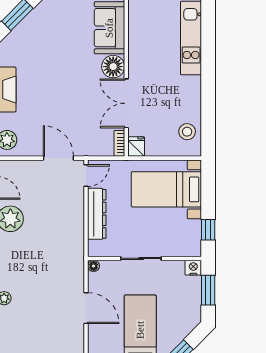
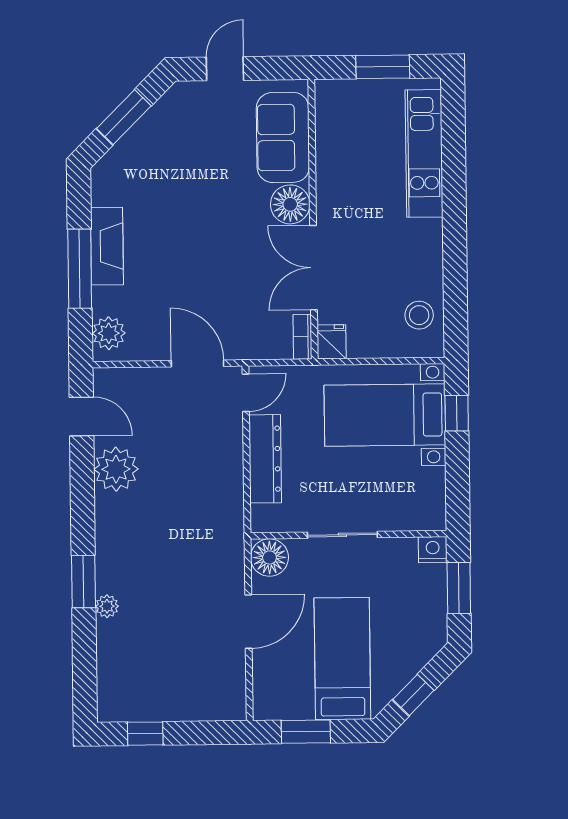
window: (208, 230) -> (457, 413), moved
floor lamp: (94, 266) -> (269, 558), width x1.89, depth x1.89
door: (86, 308) -> (249, 622), hinge flipped

